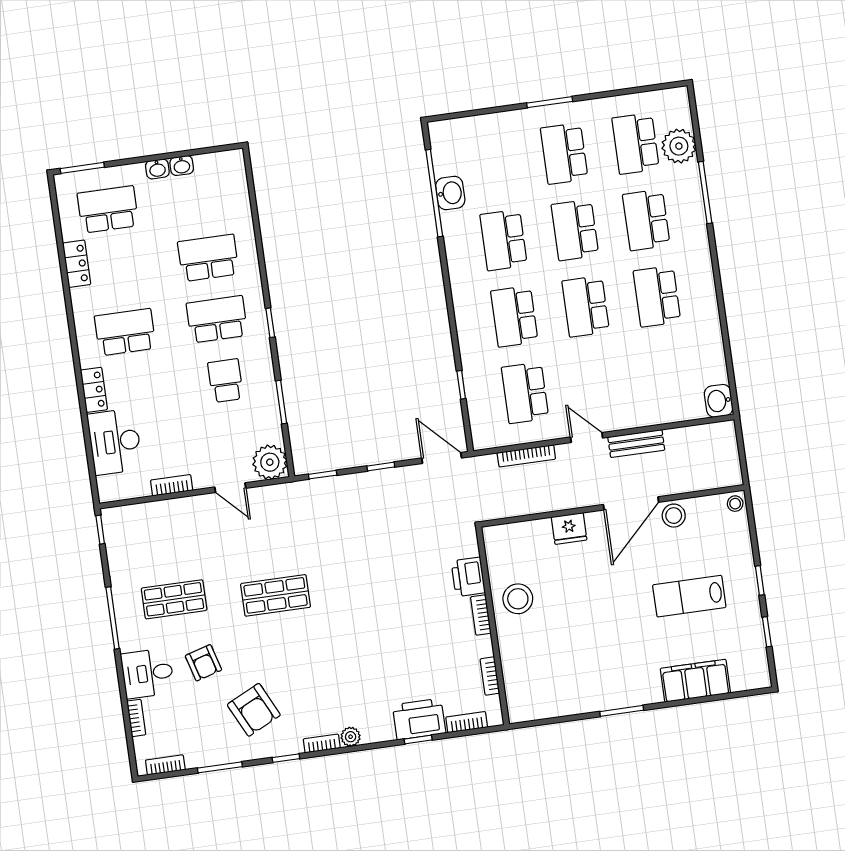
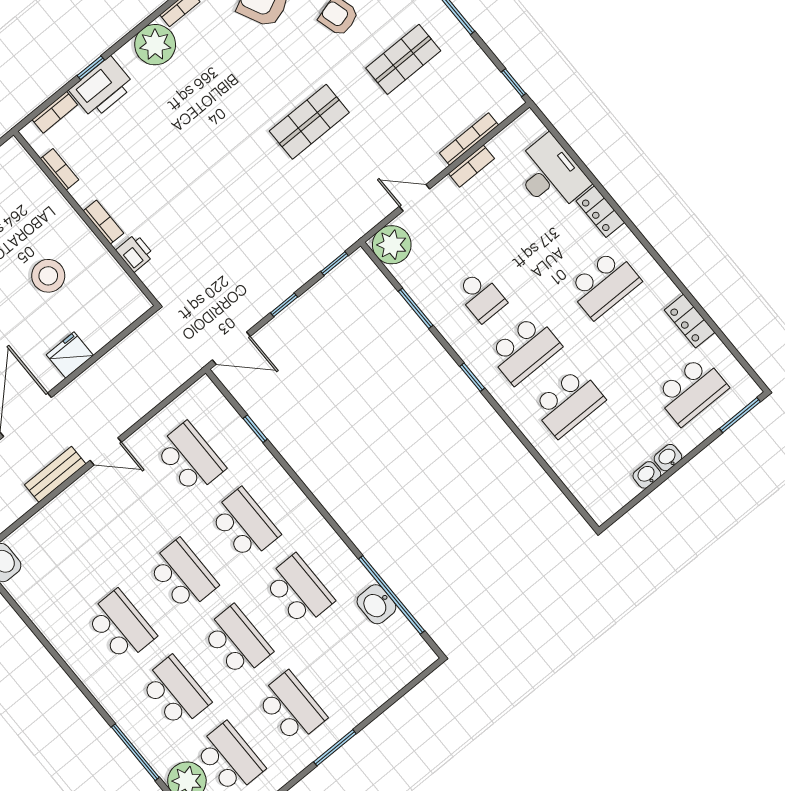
bookcase: (526, 456) -> (469, 139), moved
printer: (468, 577) -> (135, 253), width x0.73, depth x0.81
stool: (518, 599) -> (48, 276), moved
plant: (351, 737) -> (155, 45), width x1.87, depth x1.87

